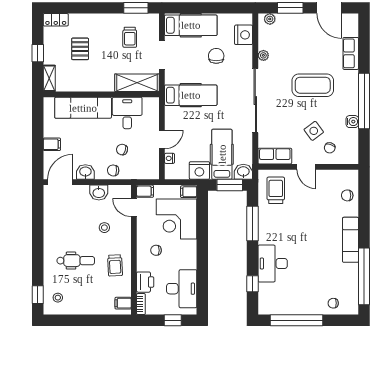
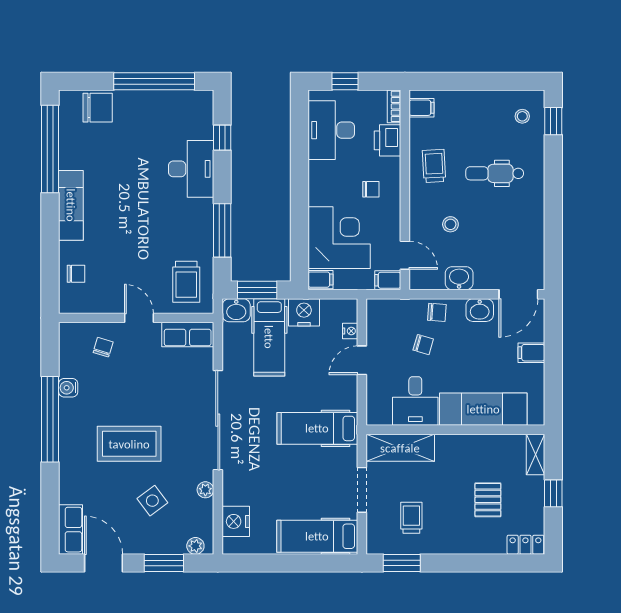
row of seats: (351, 53) -> (71, 530), moved
chair: (216, 56) -> (278, 489), removed
side table: (314, 131) -> (152, 501), moved
chair: (333, 303) -> (98, 108), width x1.87, depth x1.87

